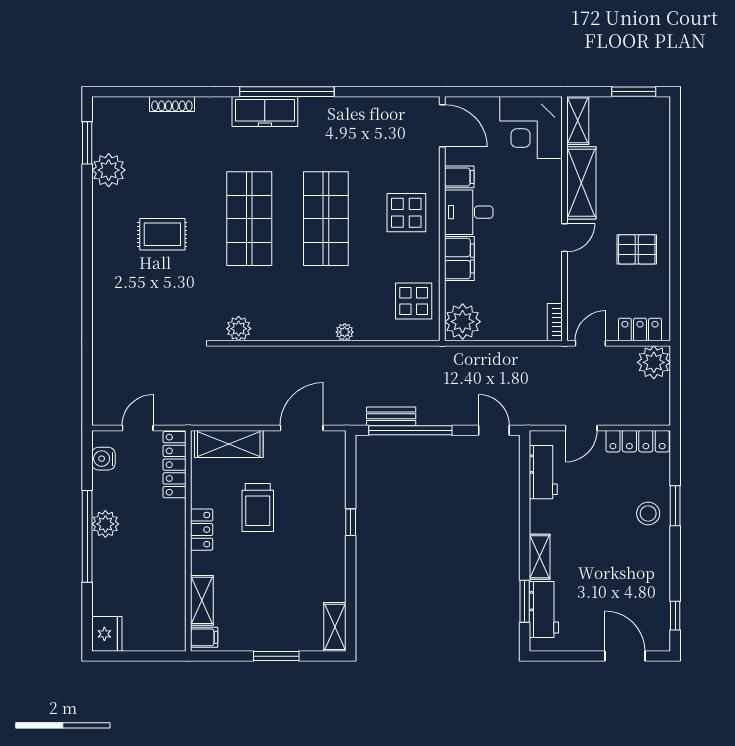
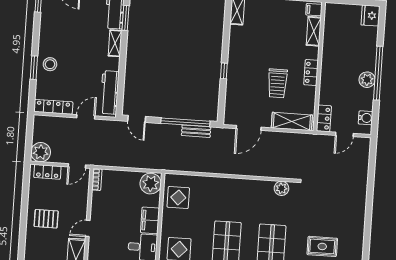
plant: (345, 332) -> (220, 182), removed
locker: (175, 465) -> (324, 118), width x0.66
workbench: (543, 472) -> (110, 92), width x1.38
trolley: (258, 507) -> (277, 83), turned 180

